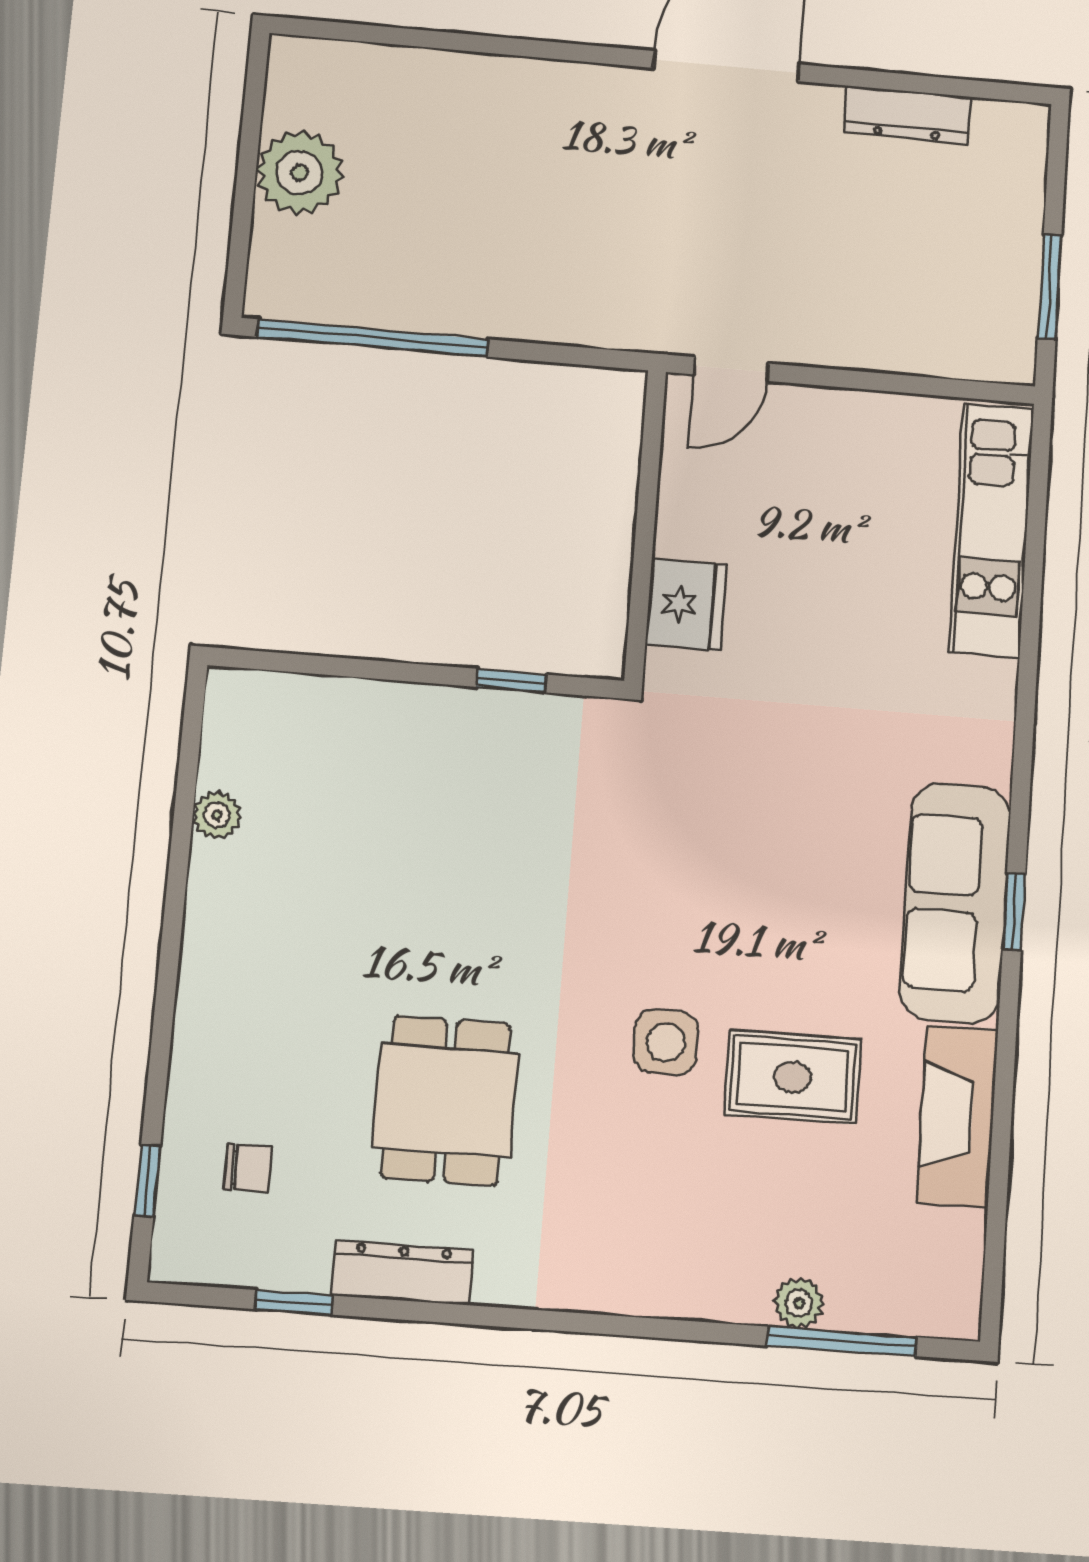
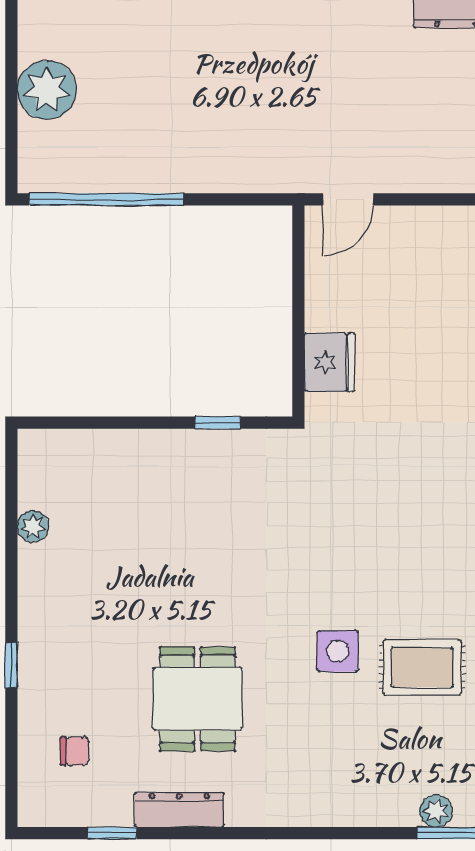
window: (147, 1181) -> (11, 665), moved

